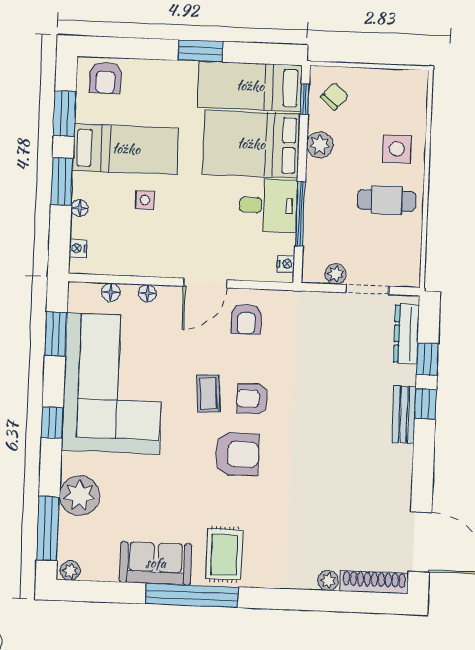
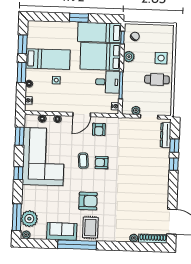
armchair: (105, 78) -> (39, 29), removed
bench: (404, 414) -> (165, 169), removed
armchair: (237, 454) -> (88, 201), moved
plant: (79, 496) -> (29, 219), moved

